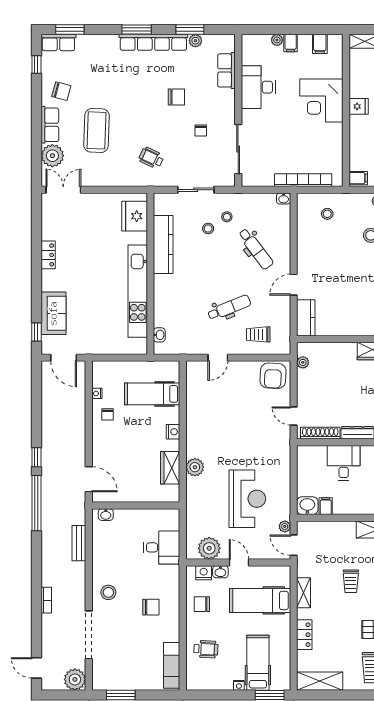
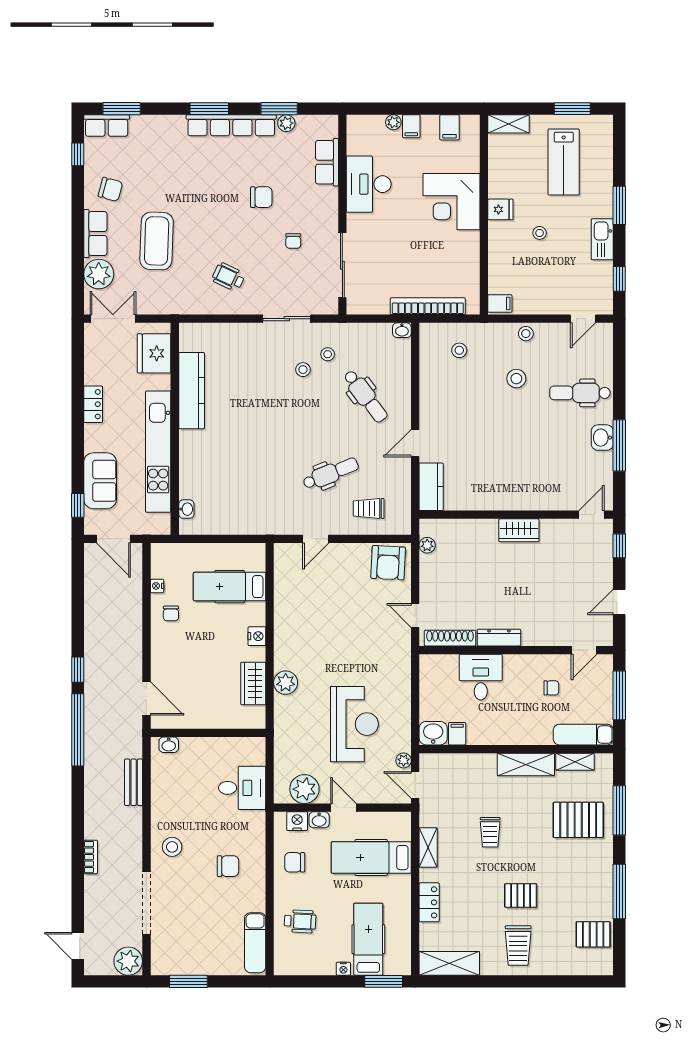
fridge: (135, 216) -> (154, 353), moved
kitchen counter: (163, 245) -> (192, 391), moved
wall: (150, 274) -> (175, 429), moved
kitchen unit: (138, 291) -> (158, 452), moved
washbasin: (159, 335) -> (186, 509), moved

